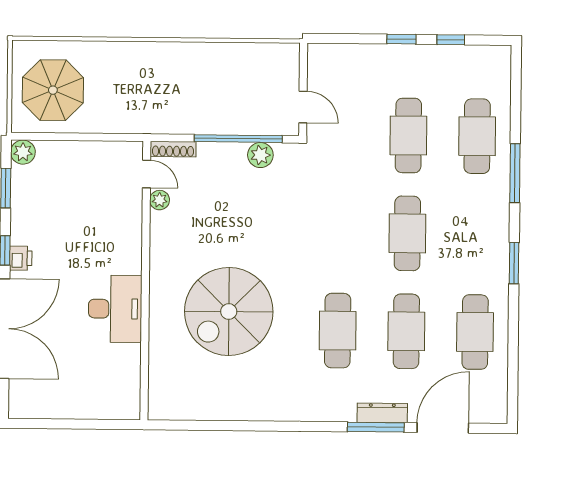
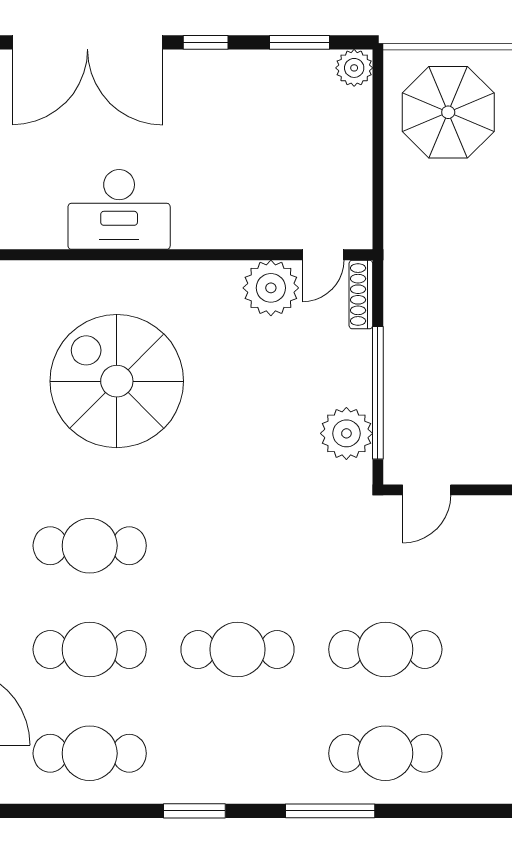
plant: (260, 155) -> (346, 433), width x1.36, depth x1.36
plant: (160, 200) -> (271, 288), width x1.88, depth x1.88
printer: (21, 258) -> (194, 66), removed

